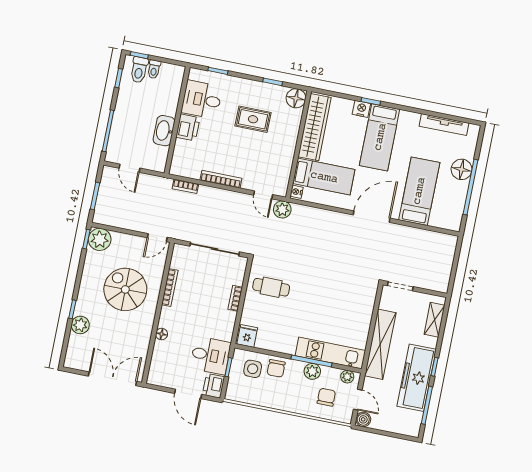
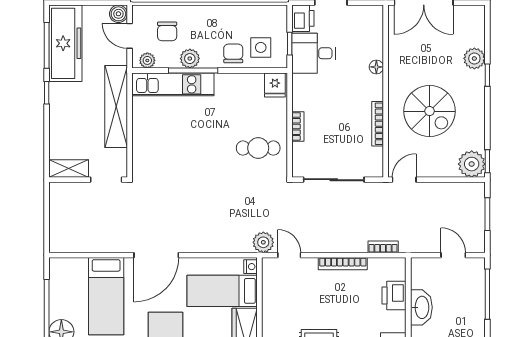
printer: (188, 128) -> (394, 296), moved
shelving: (435, 320) -> (69, 169), moved, turned 90
freezer: (417, 378) -> (65, 43), moved

